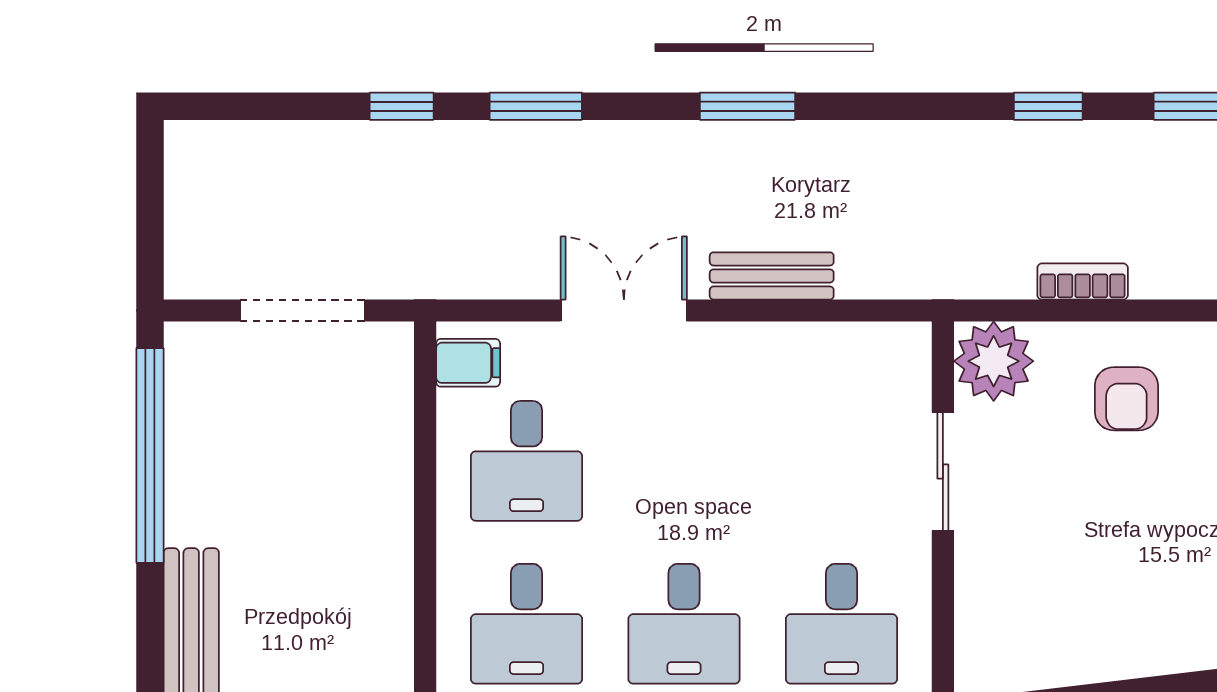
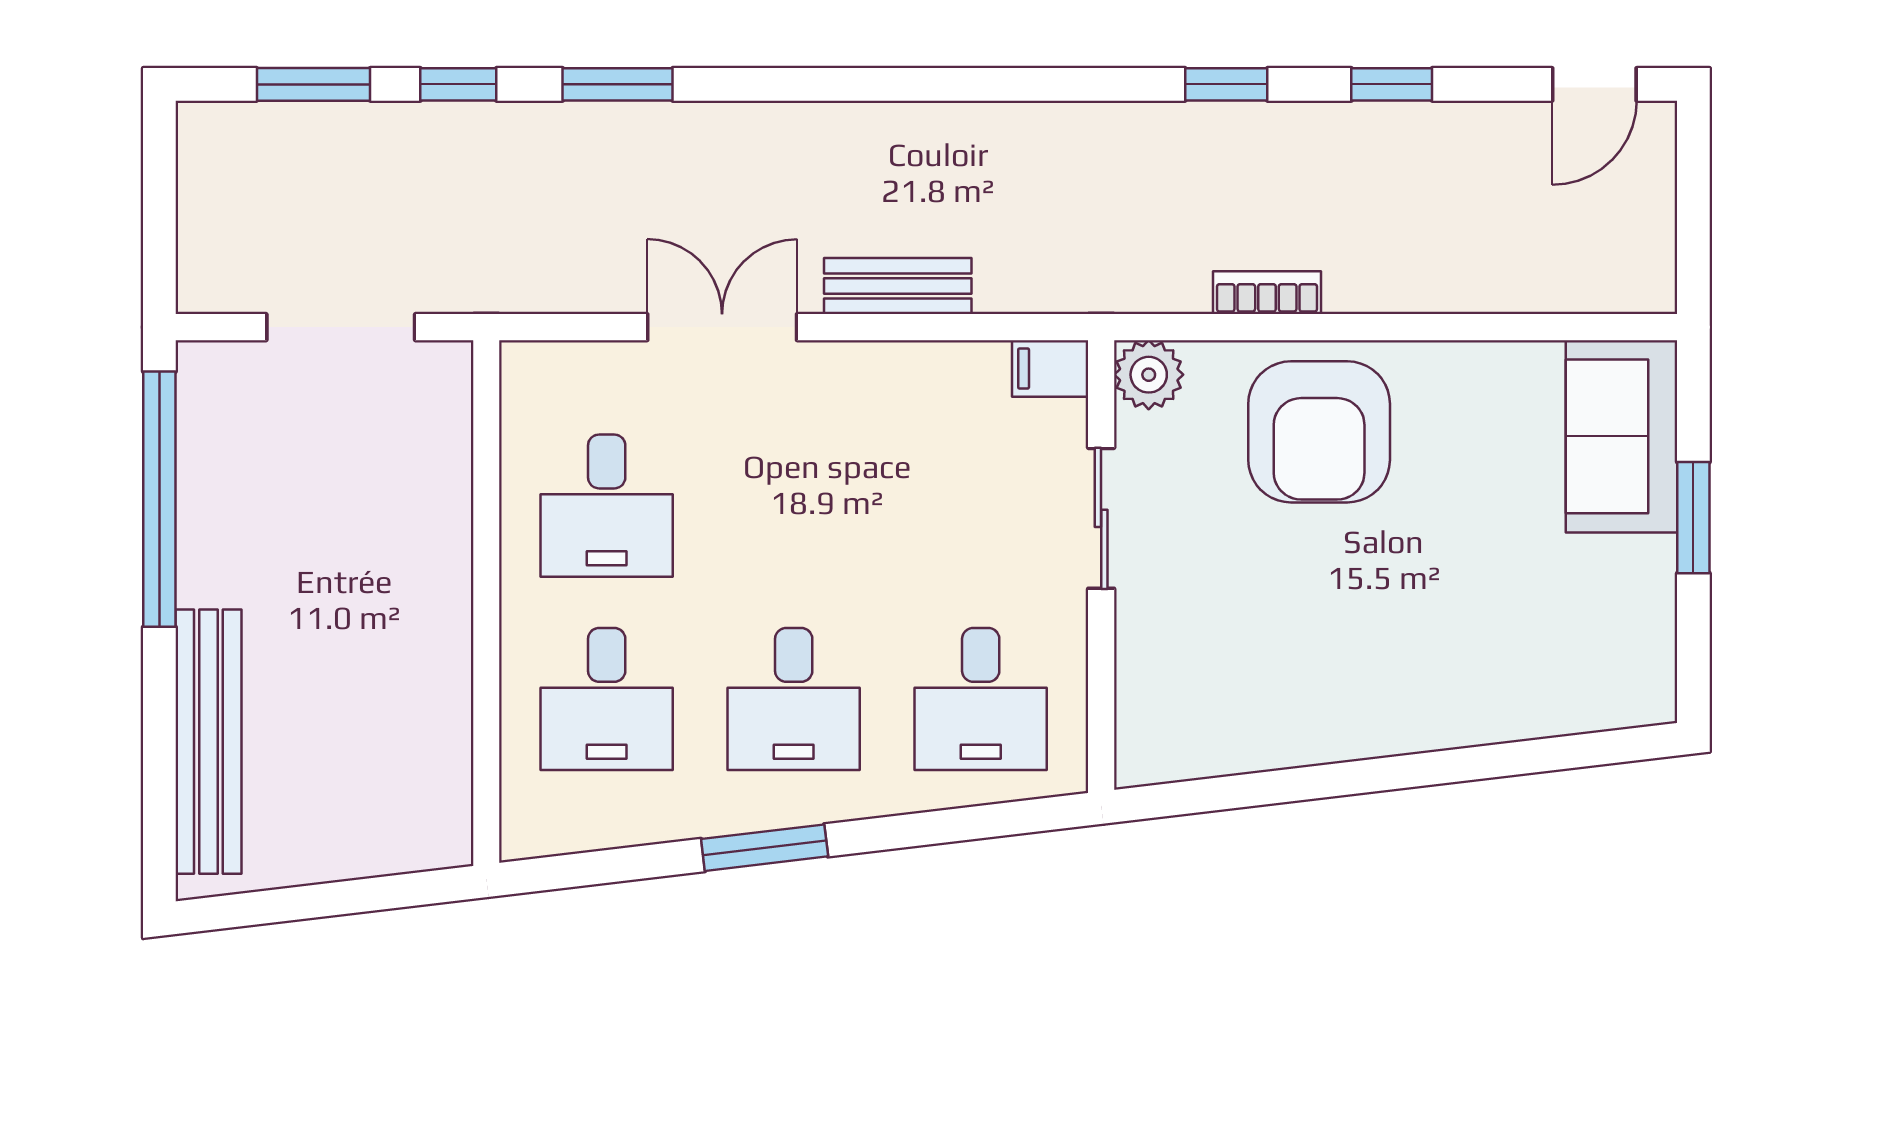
window: (747, 106) -> (313, 84), moved
plant: (994, 361) -> (1149, 375), width x0.73, depth x0.73
filing cabinet: (468, 363) -> (1050, 369), moved, turned 180
armchair: (1126, 399) -> (1319, 432), width x1.88, depth x1.88

